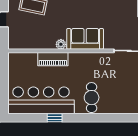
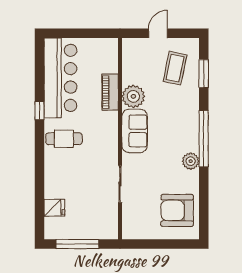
plant: (61, 44) -> (133, 96), width x1.88, depth x1.88
window: (55, 118) -> (40, 111), moved

